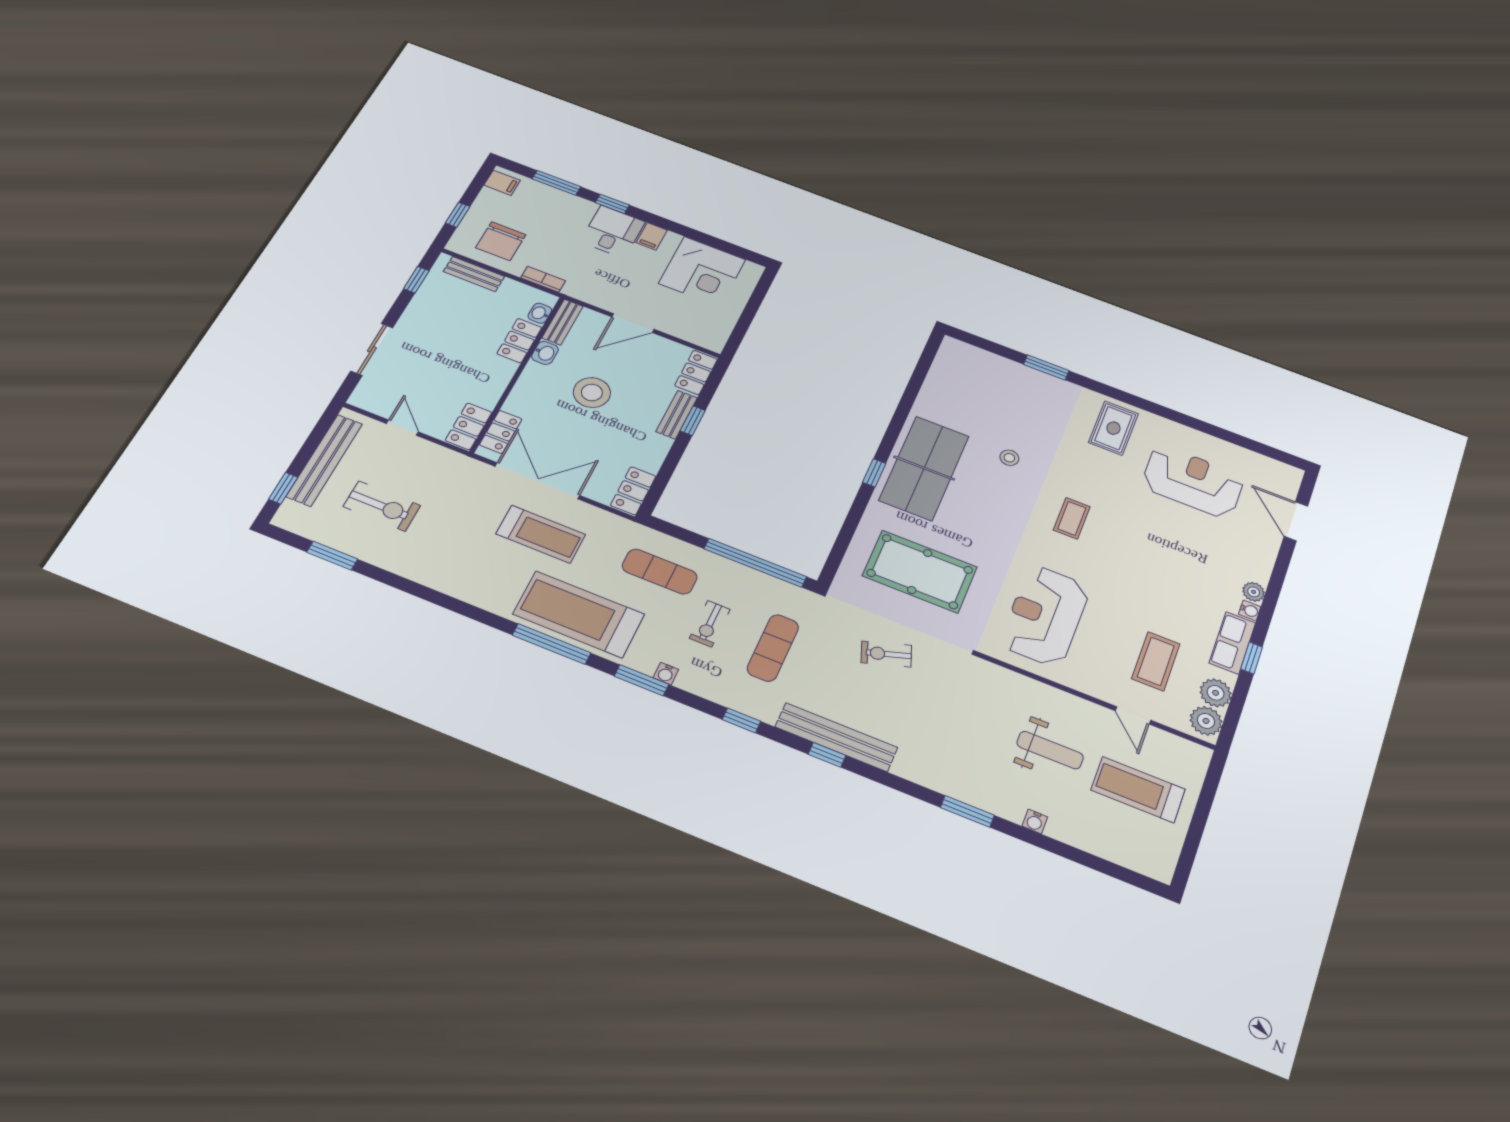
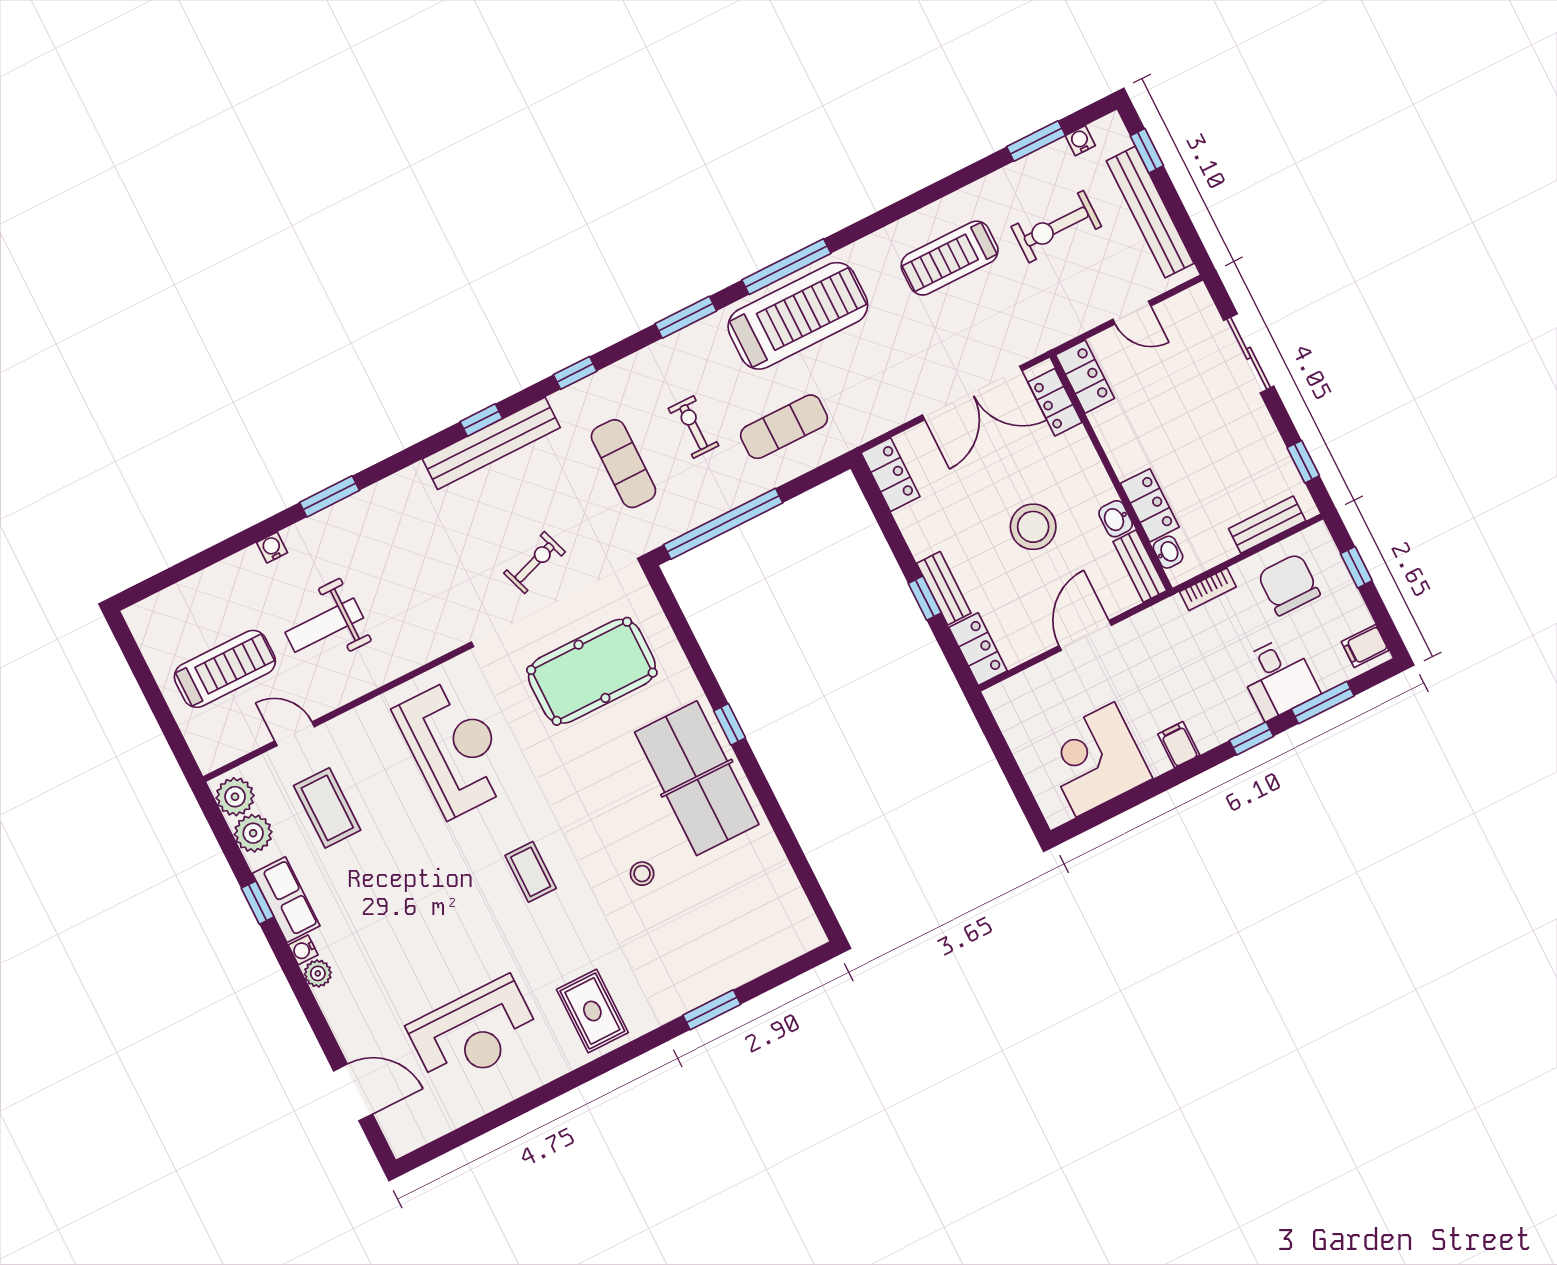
desk: (613, 232) -> (1278, 678), moved
treadmill: (541, 534) -> (950, 258), moved
water cooler: (666, 674) -> (1080, 141), moved

